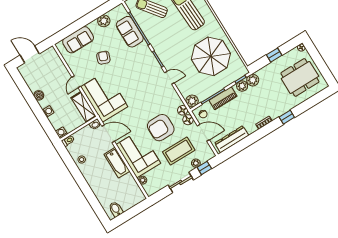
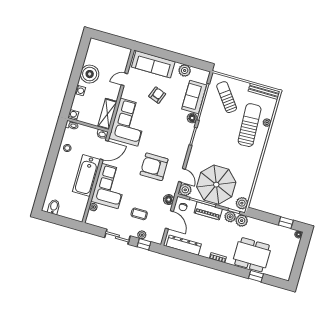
sofa: (78, 40) -> (153, 64), width x1.36
door: (30, 54) -> (110, 39), removed
window: (274, 55) -> (286, 223), moved
parasol: (211, 56) -> (216, 185), moved
plant: (240, 68) -> (242, 203), added
dining table: (300, 77) -> (252, 255), moved
door: (169, 78) -> (182, 175), moved
door: (76, 82) -> (124, 79), moved
boiler: (39, 95) -> (90, 74), width x1.86, depth x1.86
floor lamp: (183, 110) -> (192, 118), moved
window: (287, 117) -> (256, 276), moved
armchair: (161, 128) -> (154, 167), moved
door: (108, 134) -> (104, 150), hinge flipped
coffee table: (179, 151) -> (139, 214), width x0.54, depth x0.58
bathtub: (117, 163) -> (86, 176), width x1.36, depth x1.36

